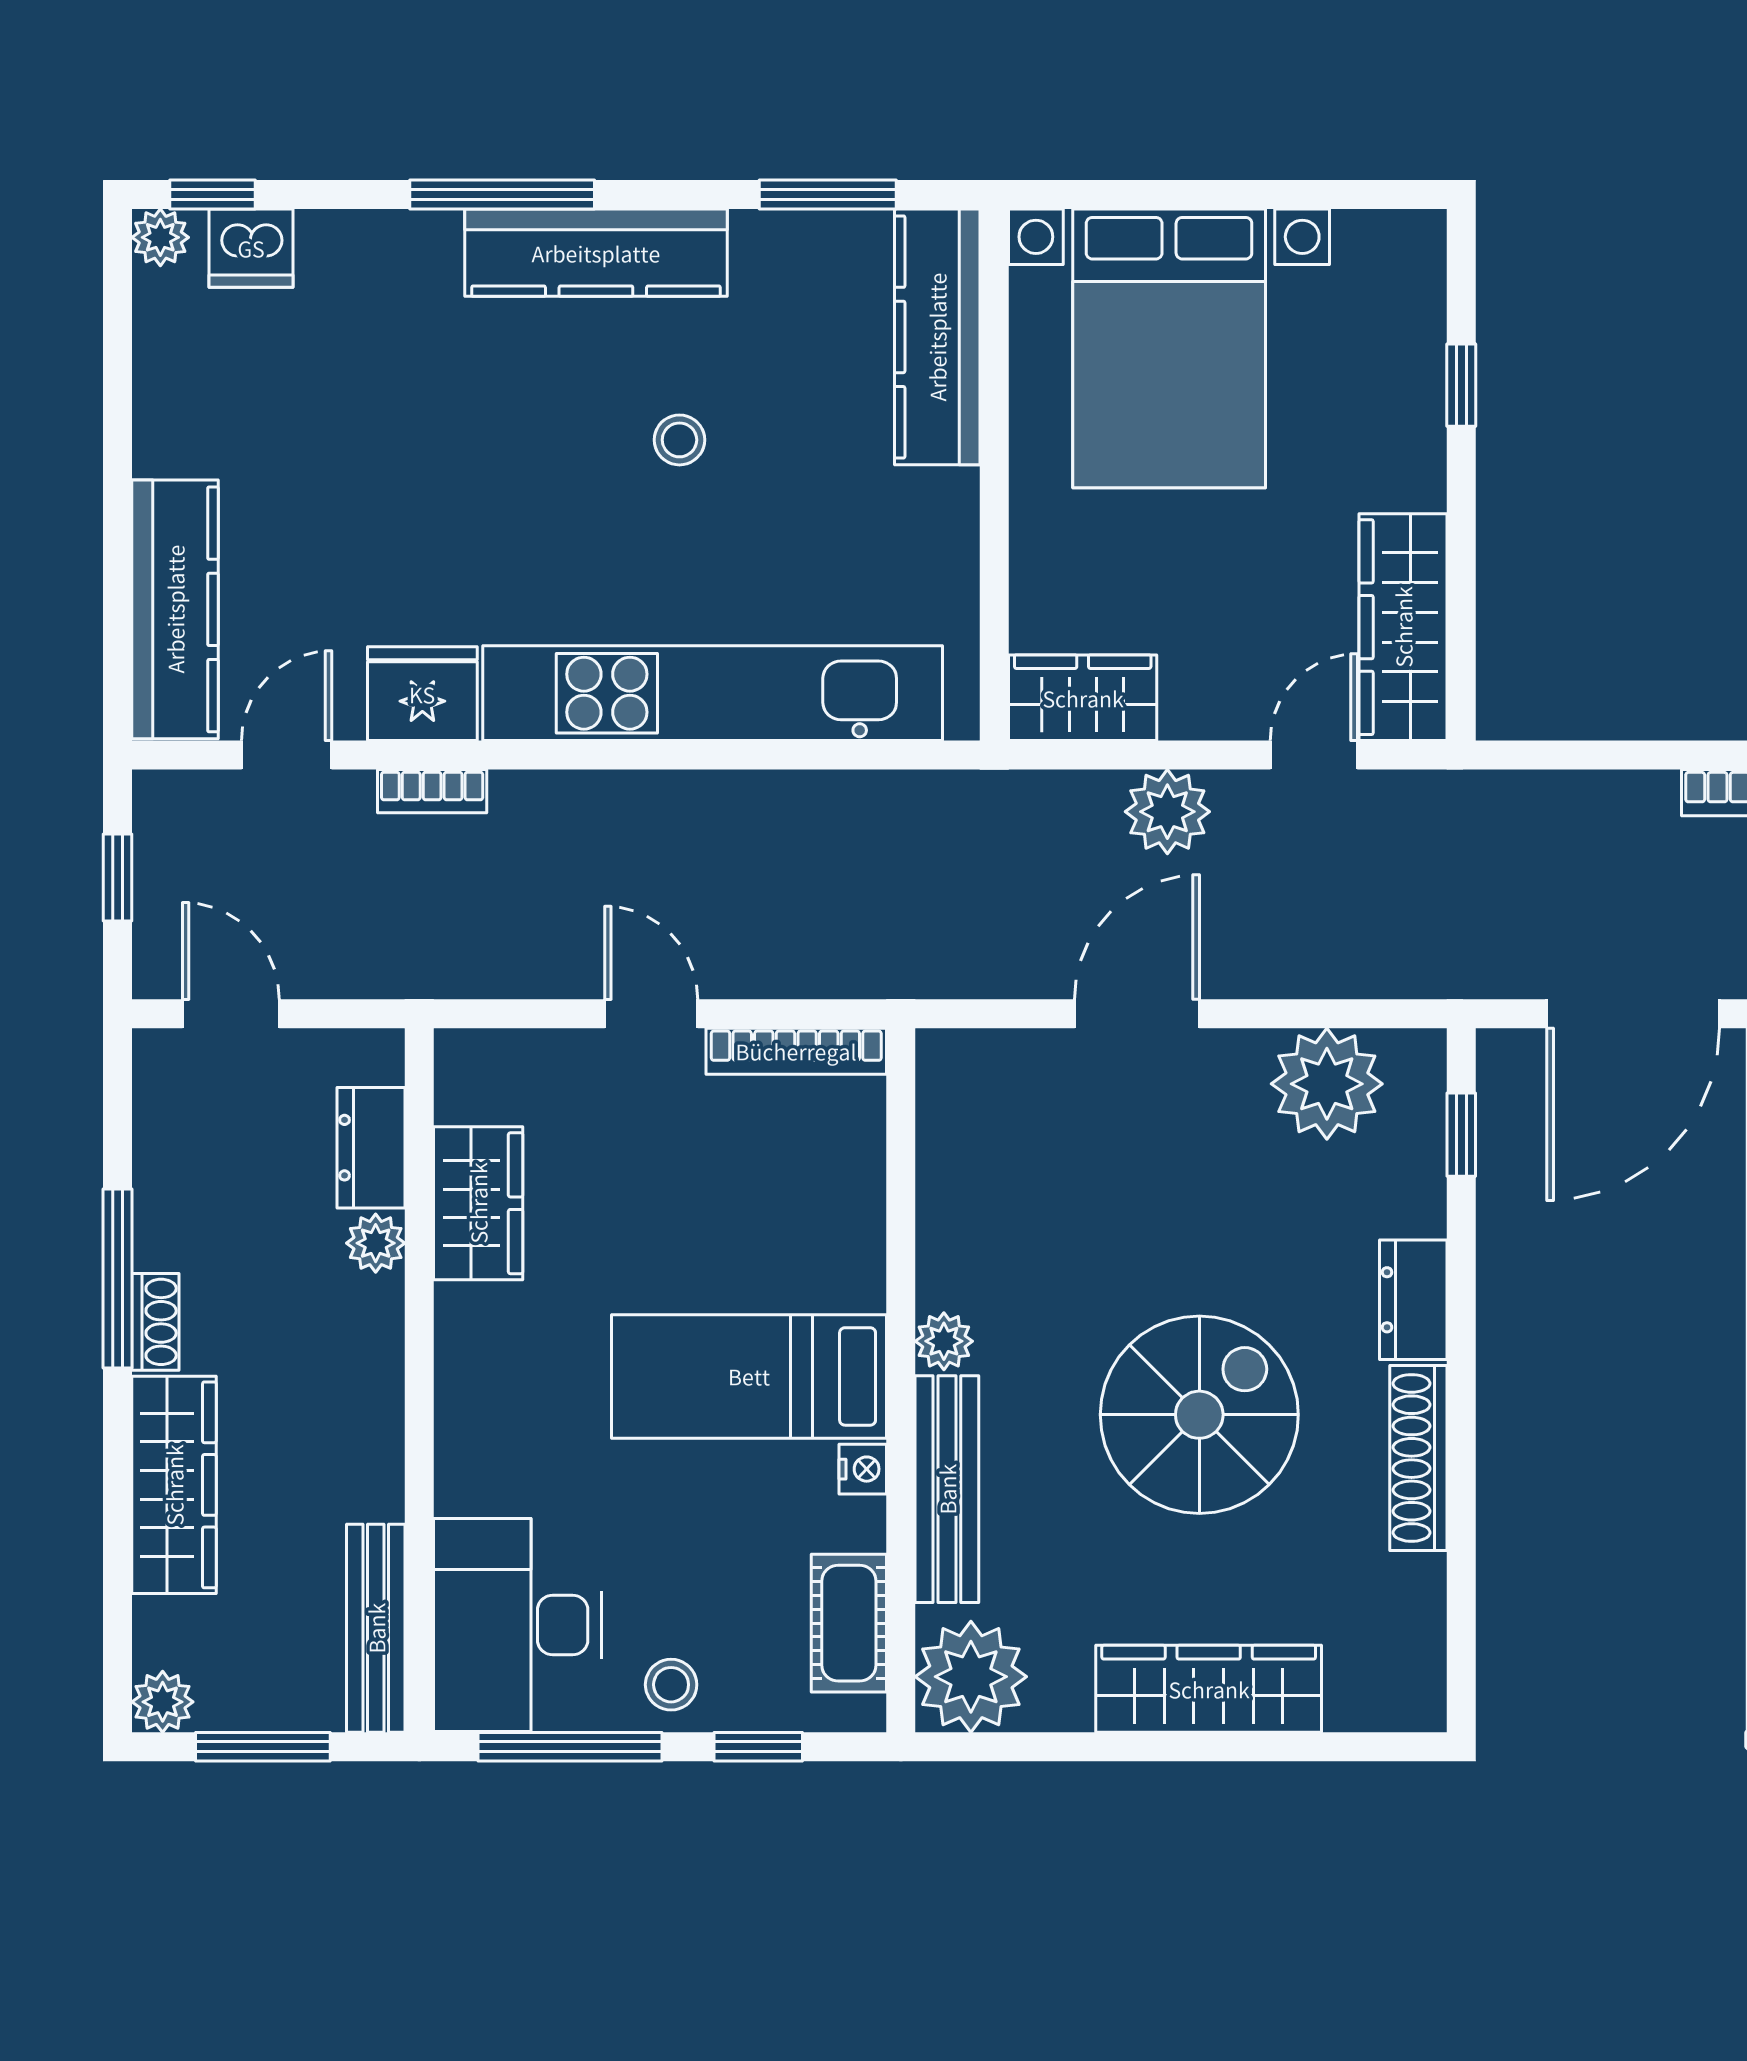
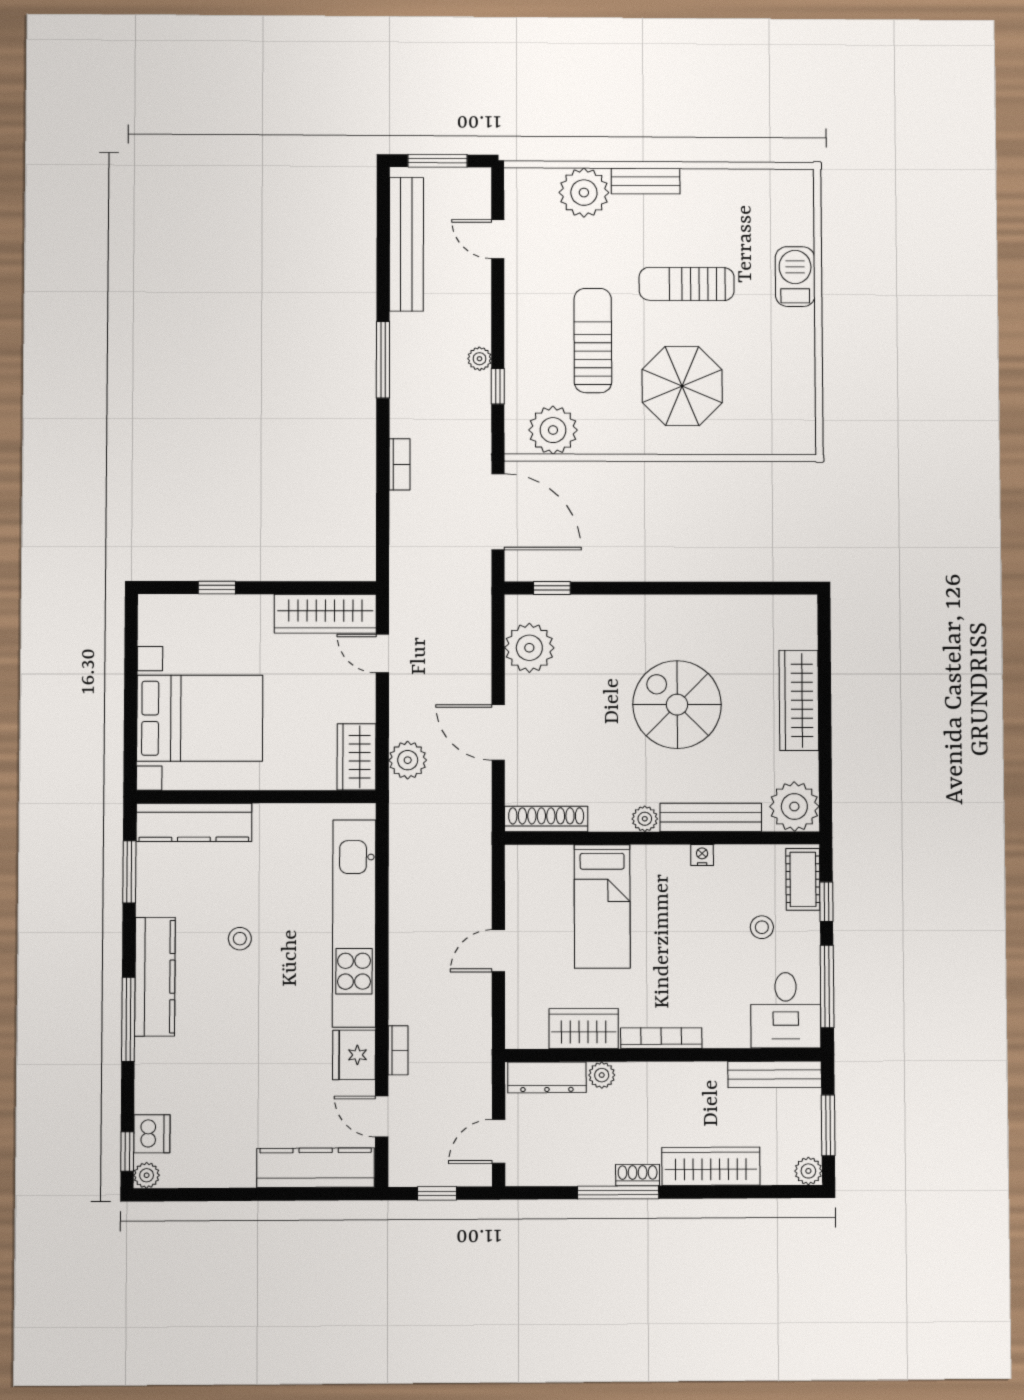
plant: (1167, 812) -> (408, 760), moved
bookcase: (796, 1051) -> (661, 1038), moved, turned -90
dresser: (371, 1148) -> (547, 1077), width x1.44
dresser: (1413, 1300) -> (625, 609), removed
bed: (749, 1376) -> (602, 906), moved
shoe rack: (1418, 1458) -> (546, 819), moved, turned 180
cot: (849, 1623) -> (803, 879), moved, turned 90
desk: (517, 1625) -> (786, 1010), width x0.73
stool: (671, 1685) -> (762, 927), moved

